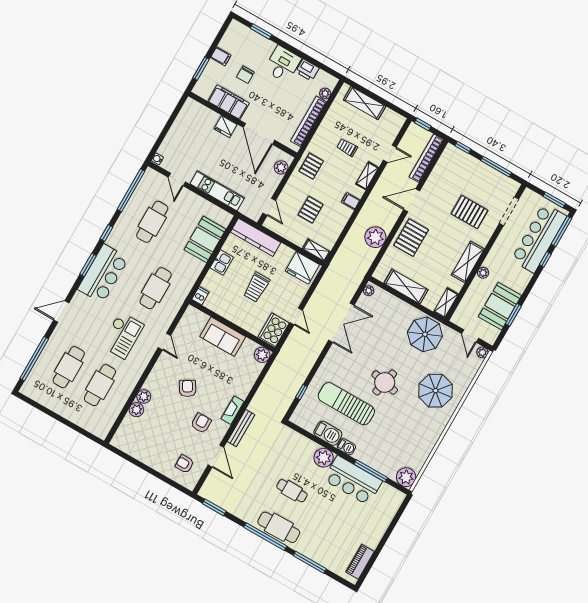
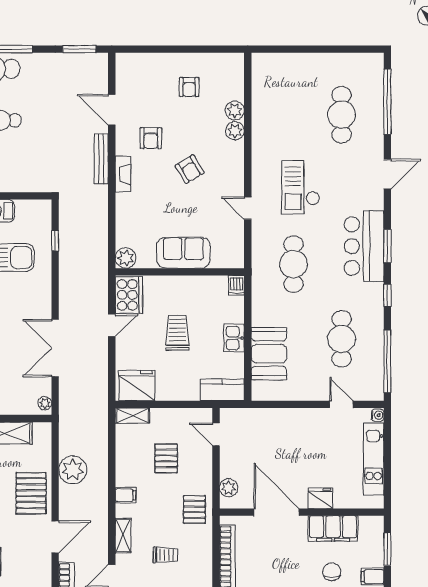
kitchen unit: (217, 191) -> (374, 459), moved, turned 90
kitchen counter: (256, 237) -> (222, 390), width x0.67
door: (296, 316) -> (112, 325), swing flipped
cafe table: (100, 385) -> (294, 115), removed
armchair: (185, 464) -> (189, 87), moved, turned 90

